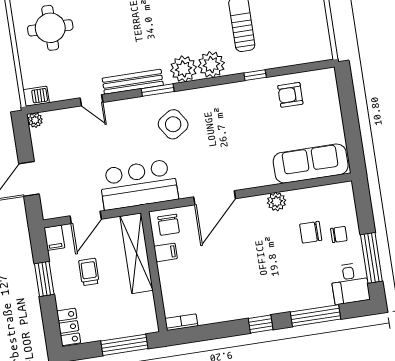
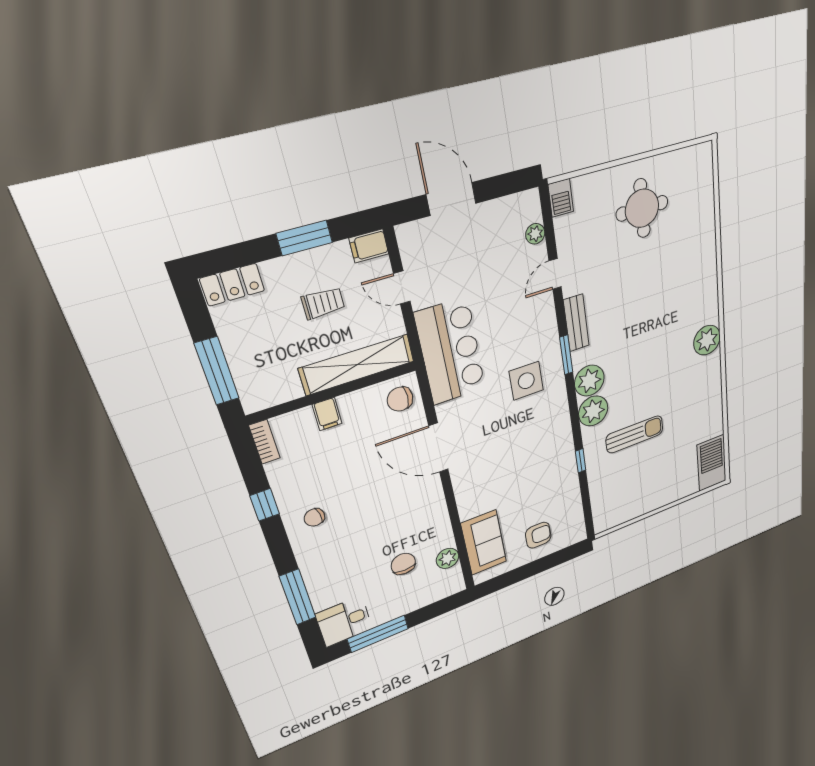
bench: (133, 82) -> (576, 323), width x0.73
armchair: (290, 95) -> (538, 535), moved, turned 90
plant: (35, 120) -> (535, 234), moved
side table: (173, 124) -> (526, 381), turned 33
sofa: (311, 164) -> (484, 543), width x0.73
plant: (277, 202) -> (447, 558), moved
door: (86, 217) -> (402, 288), width x0.73
chair: (339, 234) -> (314, 517), moved, turned 80
filing cabinet: (166, 252) -> (327, 414), moved
window: (261, 324) -> (265, 505), moved

